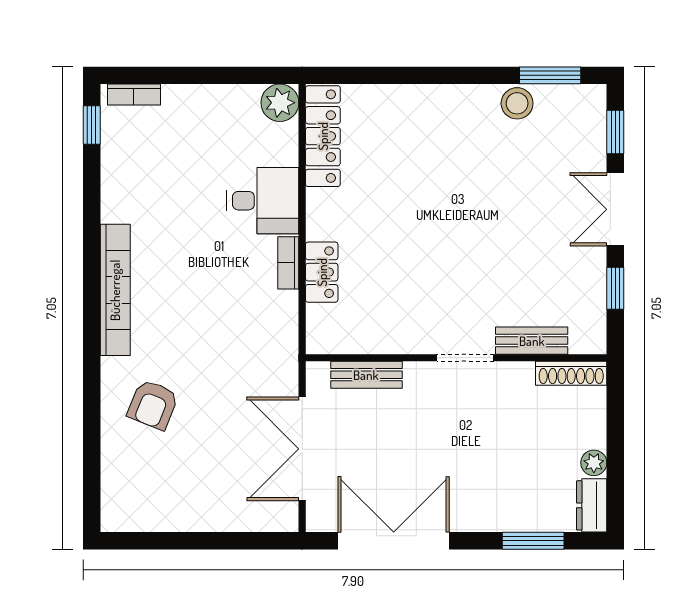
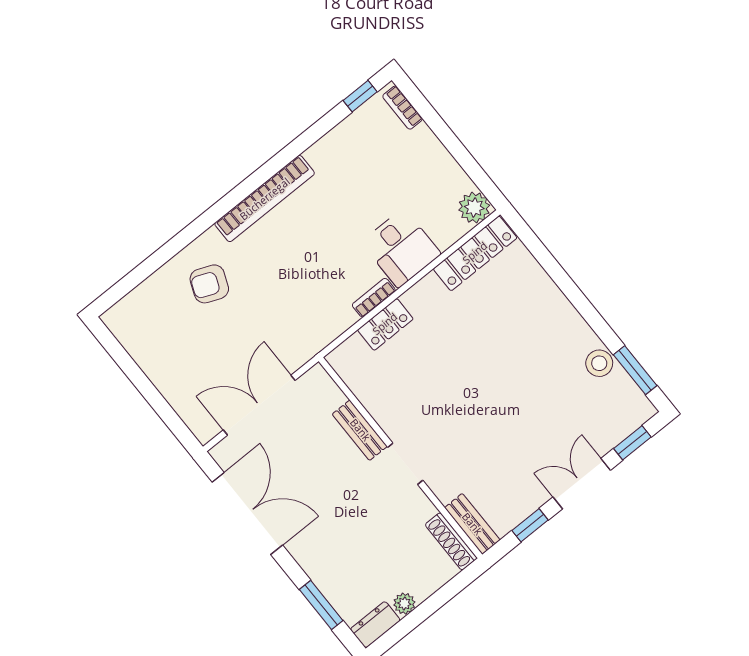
bench: (532, 341) -> (472, 524), moved
bench: (366, 375) -> (360, 430), moved

